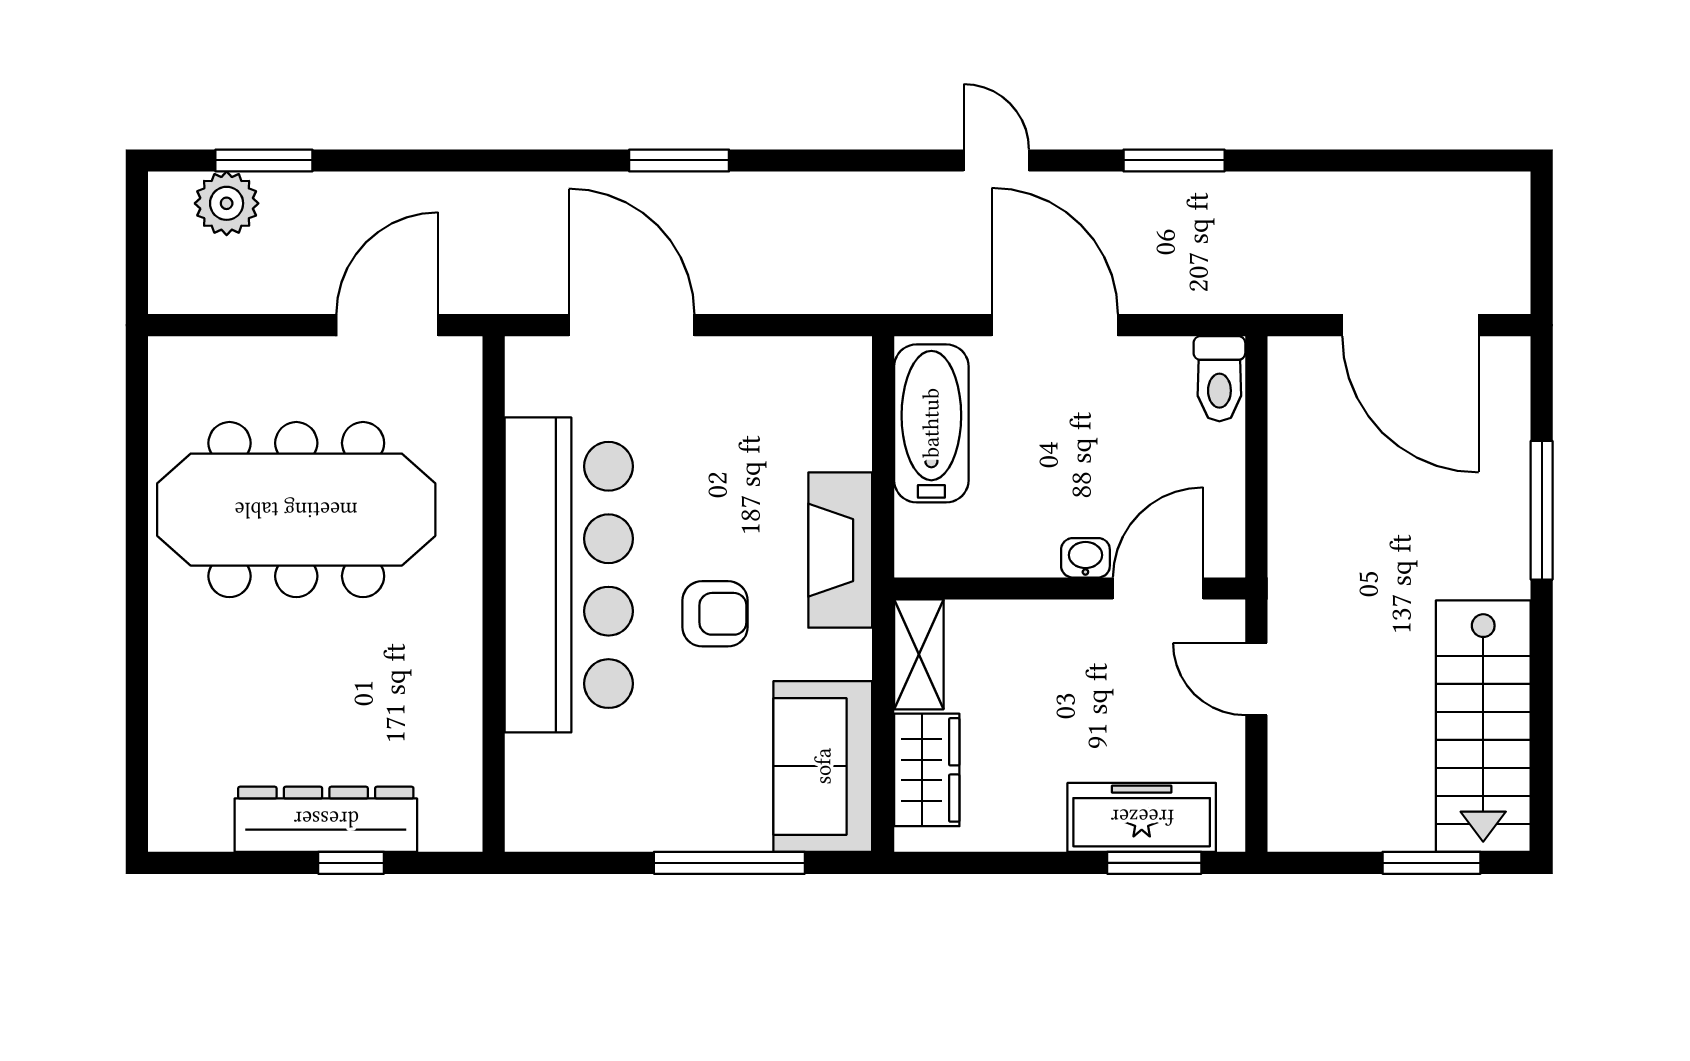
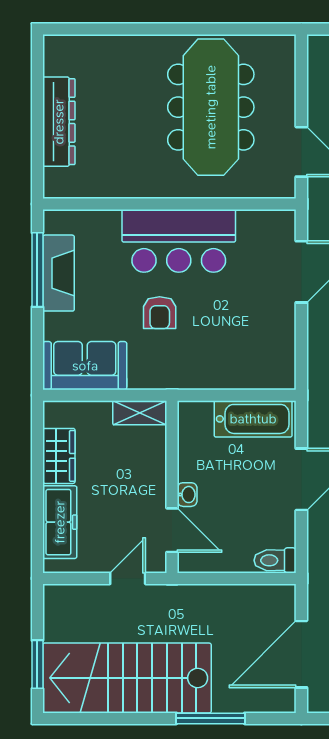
fireplace: (840, 550) -> (58, 273), moved, turned 90
bar counter: (569, 575) -> (179, 241), width x0.73
stairs: (1483, 726) -> (127, 678), width x1.36, depth x1.51
wardrobe: (927, 770) -> (59, 456), moved, turned -90
window: (351, 863) -> (37, 134), removed
window: (729, 863) -> (37, 270), moved
window: (1154, 863) -> (37, 528), removed

